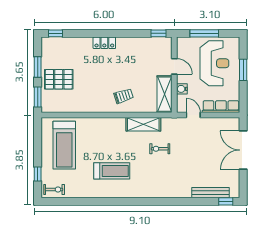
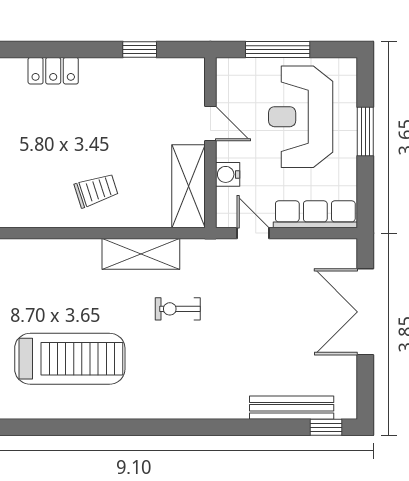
window: (159, 33) -> (140, 49), moved
reception desk: (214, 63) -> (301, 117), turned 180
treadmill: (112, 171) -> (70, 359), width x1.37, depth x1.38

